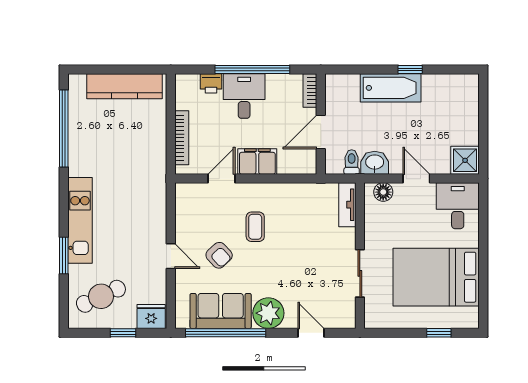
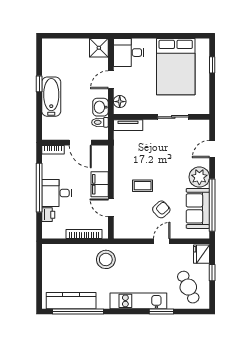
kitchen counter: (124, 86) -> (71, 301), moved, turned -90
stool: (143, 171) -> (106, 259), added

